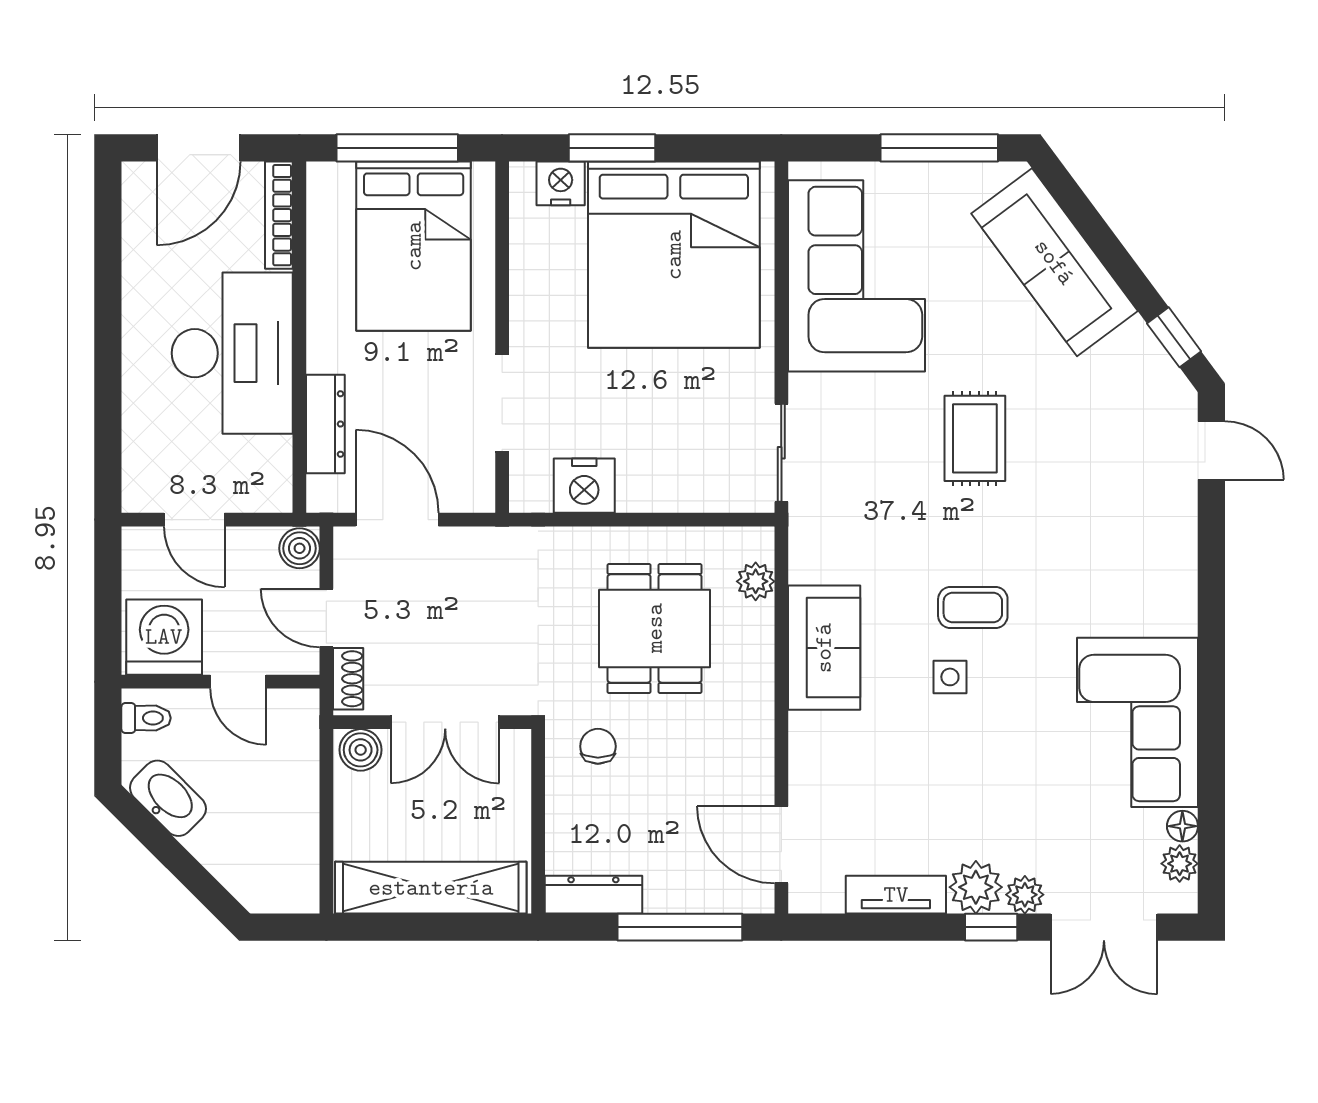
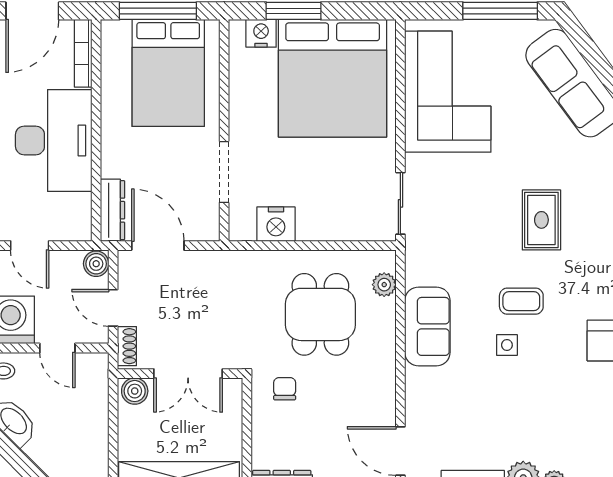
dresser: (325, 424) -> (113, 210), moved
rug: (975, 438) -> (541, 220), moved

